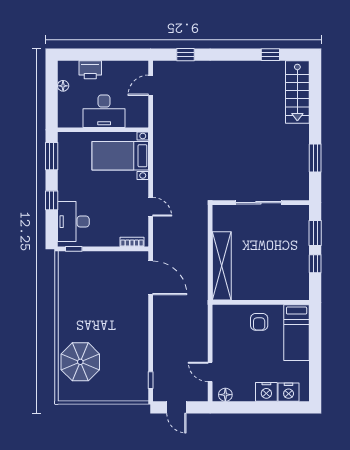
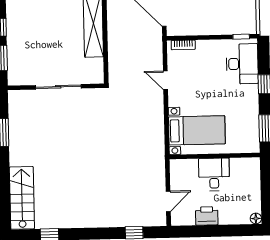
printer: (90, 70) -> (207, 216), moved
floor lamp: (63, 86) -> (256, 218), moved
desk: (104, 111) -> (214, 174), width x0.73

